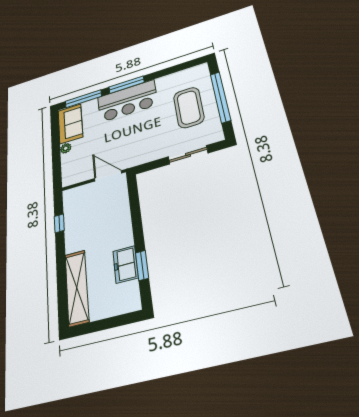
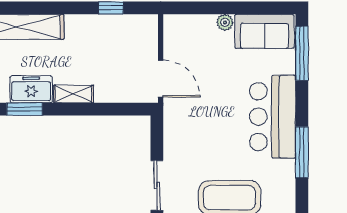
window: (126, 85) -> (302, 152), moved
door: (108, 176) -> (161, 79), hinge flipped
shelving: (126, 232) -> (74, 94), added

